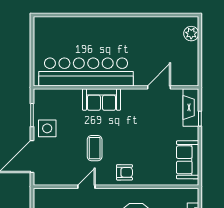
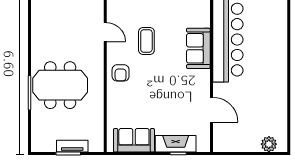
fireplace: (191, 107) -> (176, 144), moved
coffee table: (95, 148) -> (146, 41), turned 90

